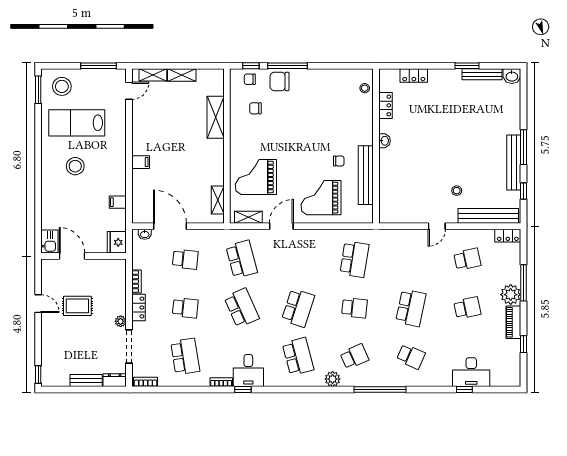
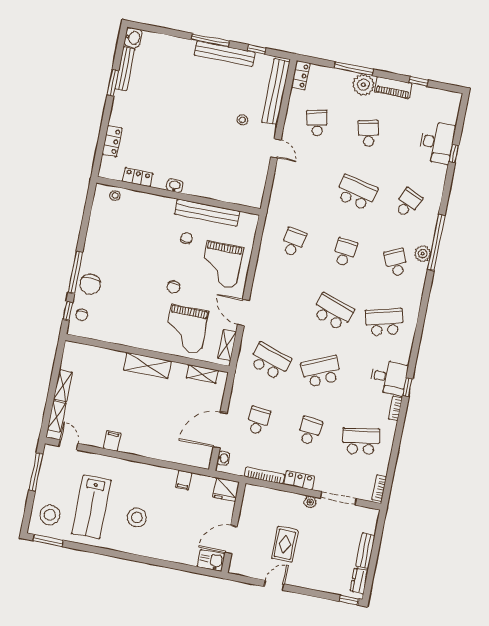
chair: (255, 108) -> (174, 287), moved
shelving: (216, 117) -> (147, 365), moved
filing cabinet: (141, 162) -> (112, 441), moved
school desk: (242, 259) -> (270, 361), turned 33
school desk: (354, 259) -> (293, 242), width x0.54
bookcase: (136, 281) -> (264, 476), width x1.56
plant: (333, 379) -> (423, 254), moved
dresser: (115, 380) -> (359, 581), moved

